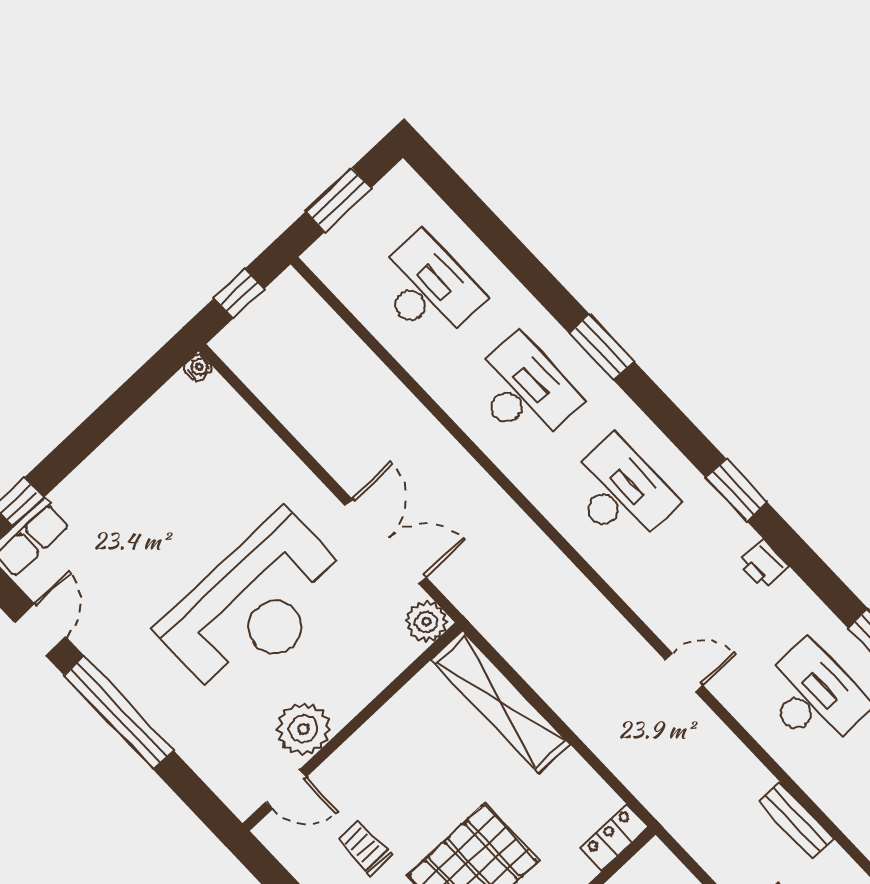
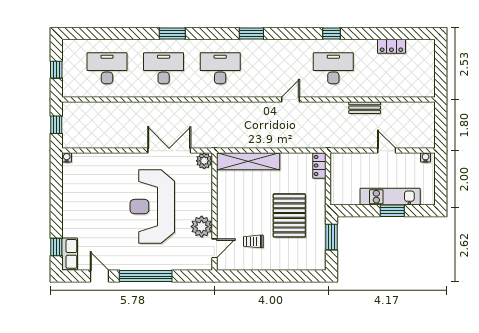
window: (338, 200) -> (56, 70), width x0.67
printer: (763, 564) -> (281, 46), removed
reception desk: (255, 606) -> (152, 207), turned 180

